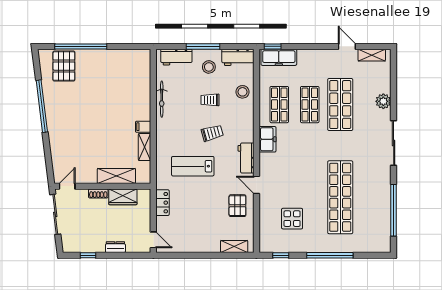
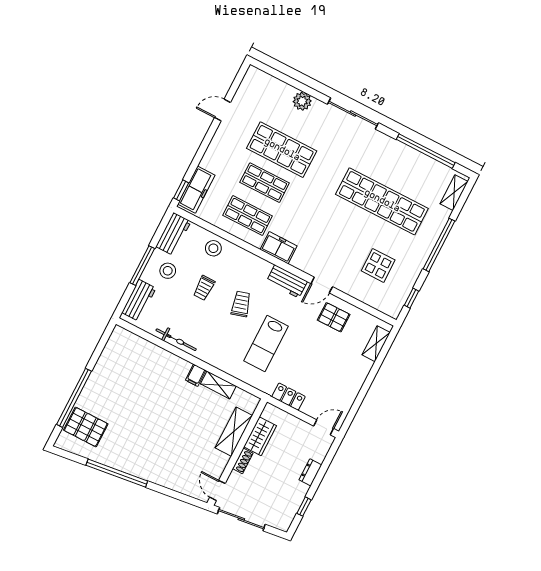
shelving: (372, 55) -> (454, 193), moved

